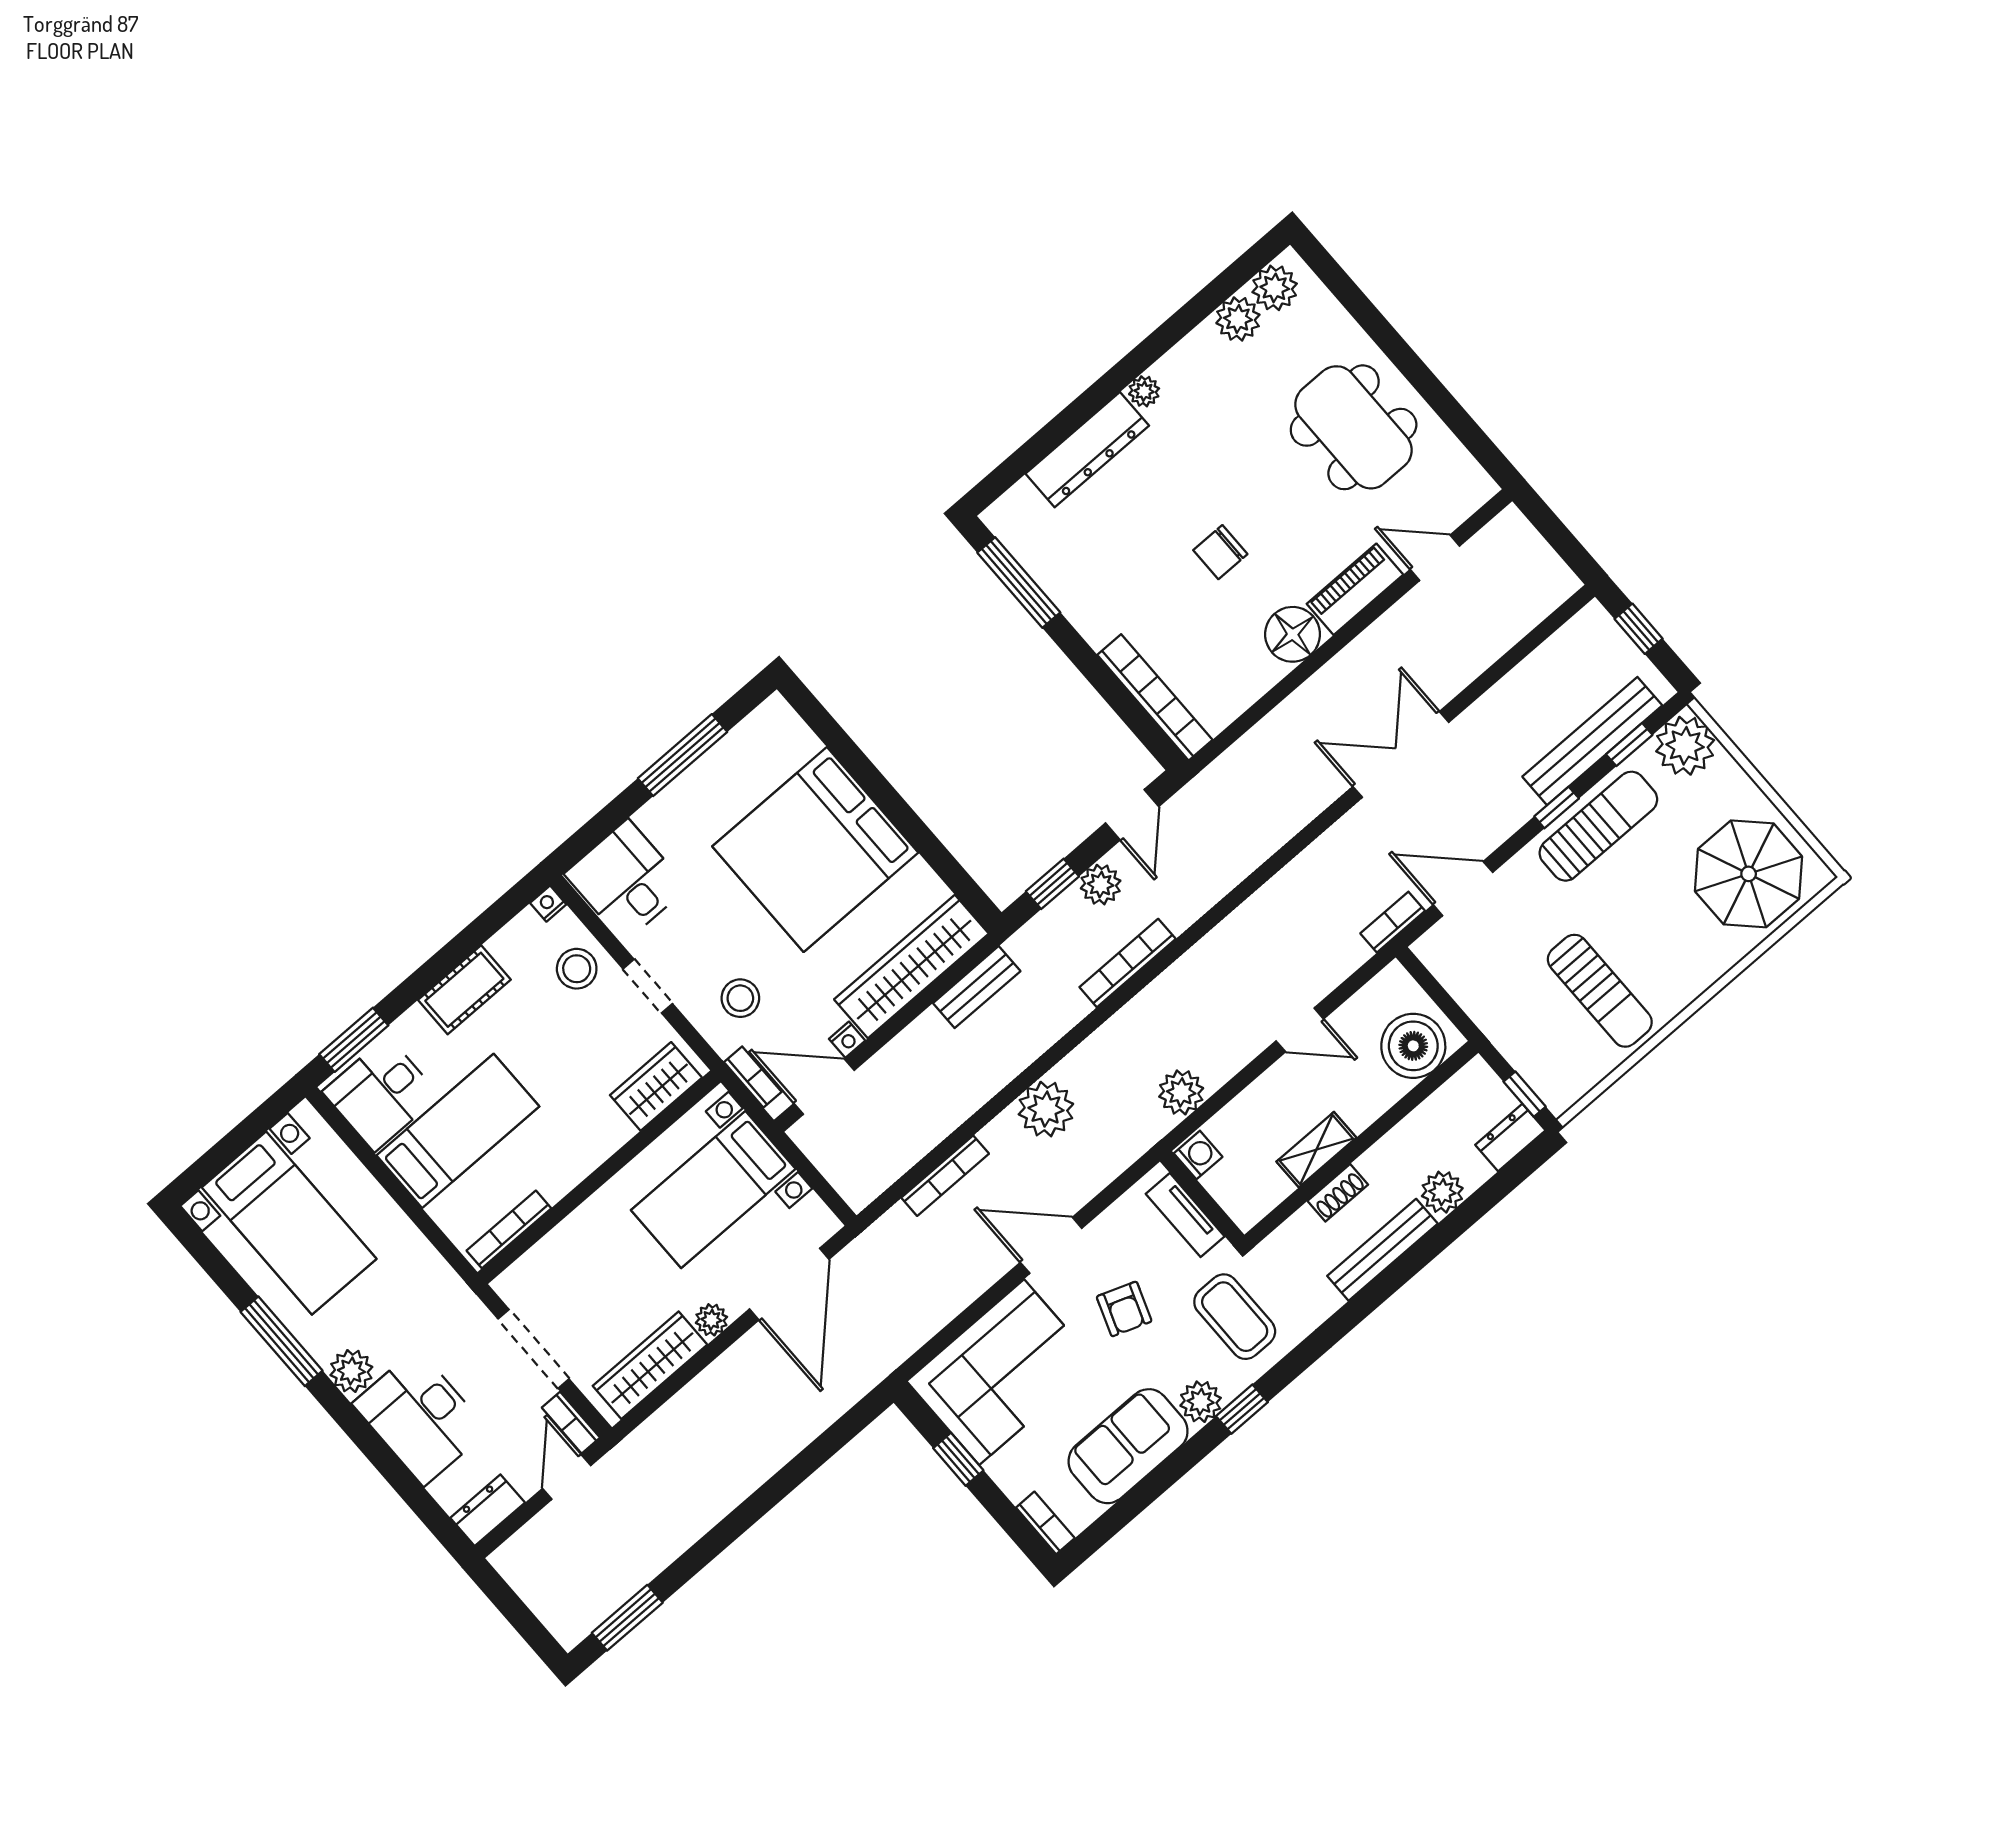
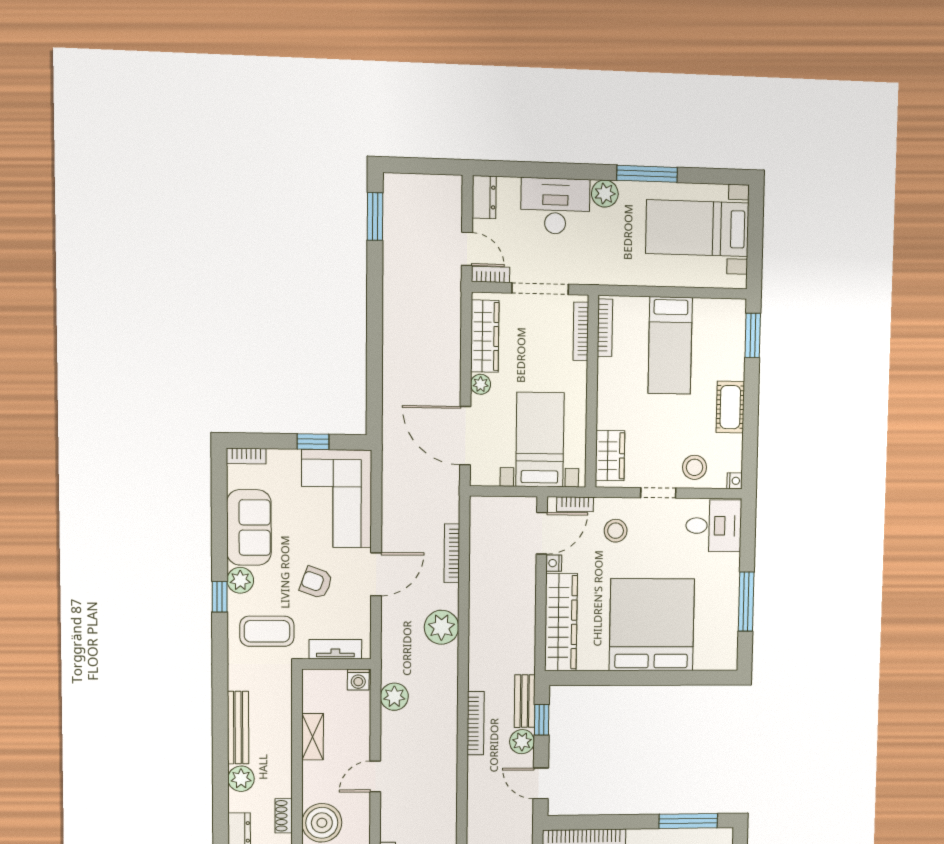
bench: (977, 987) -> (525, 701), moved
desk: (381, 1094) -> (718, 325), removed
shoe rack: (1338, 1193) -> (284, 816), moved
bookcase: (540, 1255) -> (581, 331), added

